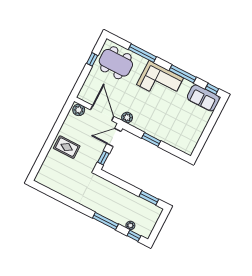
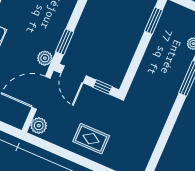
window: (151, 139) -> (65, 42), moved
rug: (67, 147) -> (91, 139), turned 90

